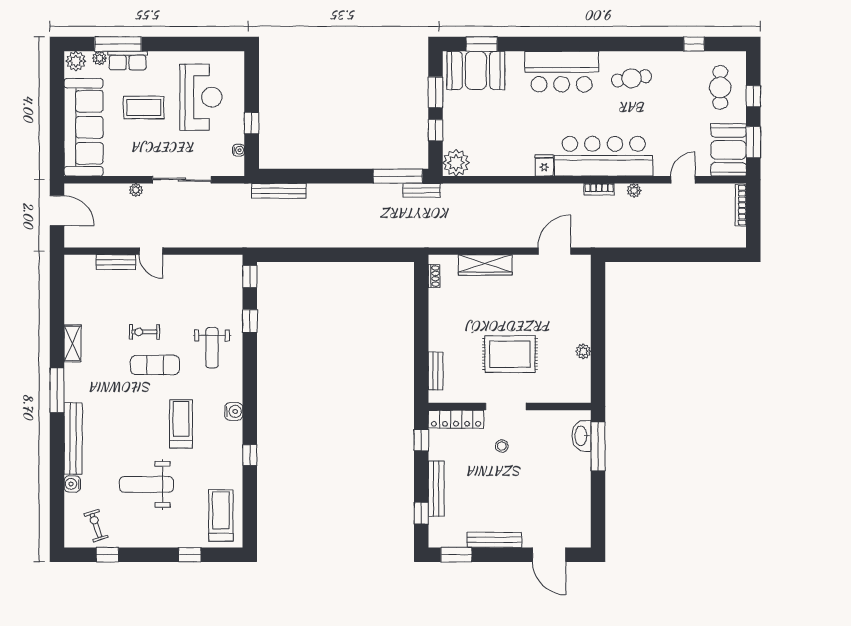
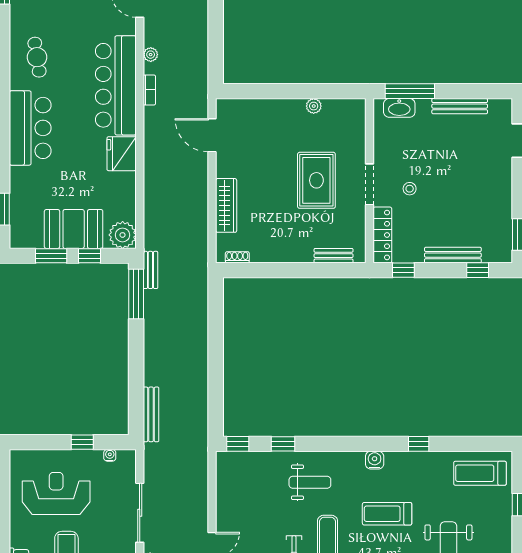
booth: (476, 70) -> (74, 229), moved, turned 90
fridge: (544, 165) -> (122, 154), width x1.88, depth x1.34
bench: (494, 540) -> (460, 106), moved, turned 90

